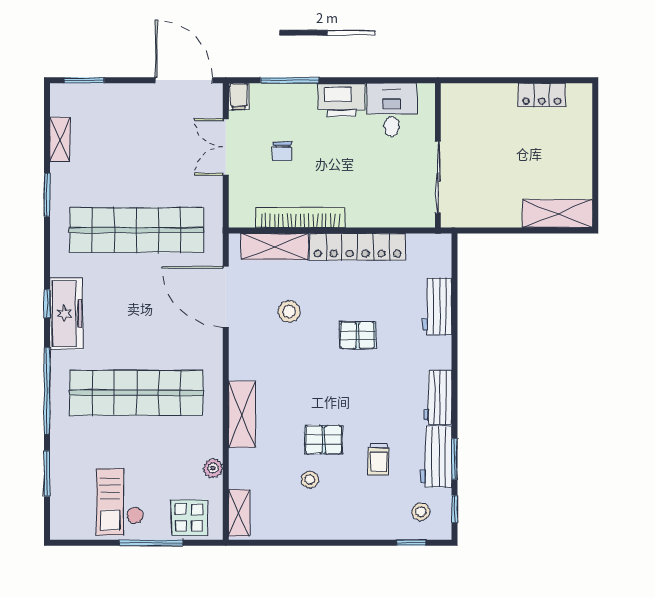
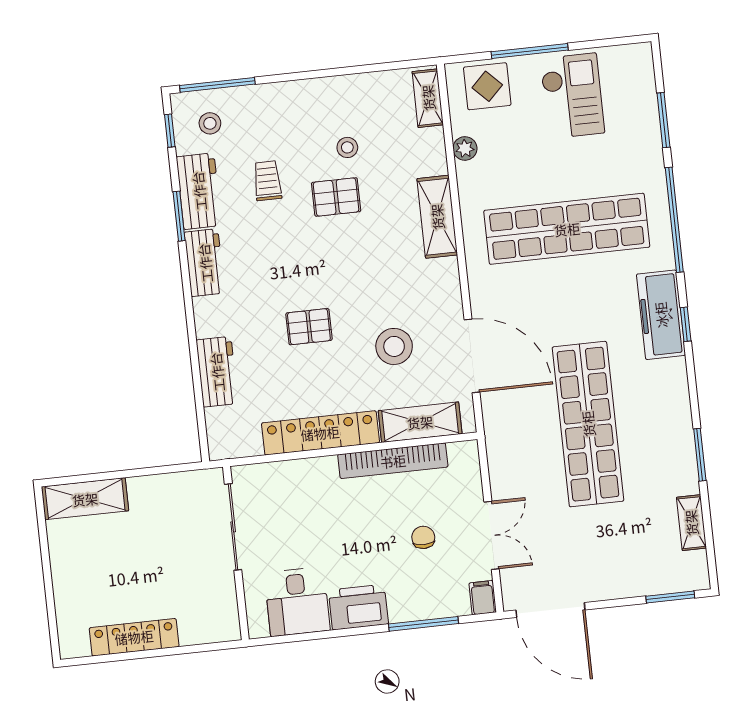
locker: (542, 95) -> (134, 637), width x1.53
shop shelf: (136, 230) -> (588, 424), turned 90
stool: (289, 311) -> (394, 346), width x1.38, depth x1.38
window: (455, 459) -> (179, 216), moved
window: (411, 543) -> (217, 85), width x2.17

